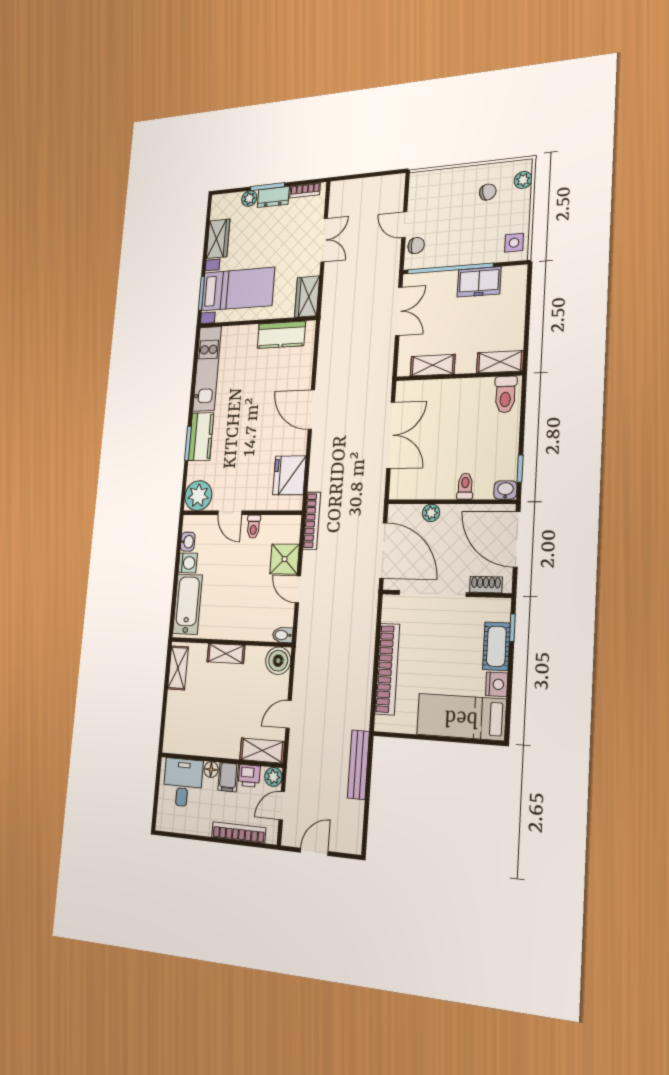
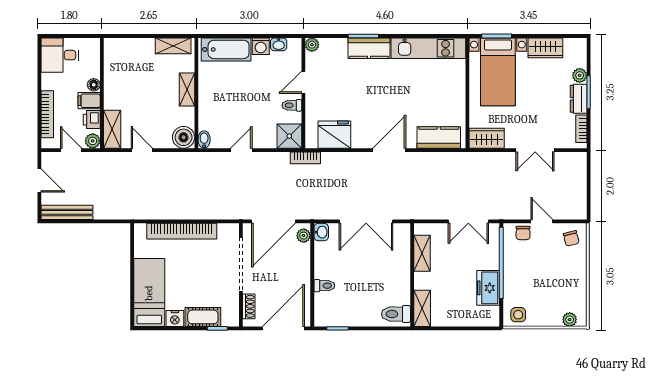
chair: (488, 192) -> (571, 238), moved
door: (404, 225) -> (542, 221), hinge flipped
kitchen counter: (281, 335) -> (439, 138), moved, turned 90
washbasin: (505, 490) -> (321, 232), moved
plant: (198, 496) -> (312, 45), width x0.53, depth x0.53
plant: (431, 513) -> (304, 236), moved
bookcase: (312, 521) -> (305, 158), width x0.64
shower: (285, 559) -> (289, 136), moved
bench: (358, 765) -> (67, 212), moved
desk: (183, 782) -> (60, 55), moved, turned 180

